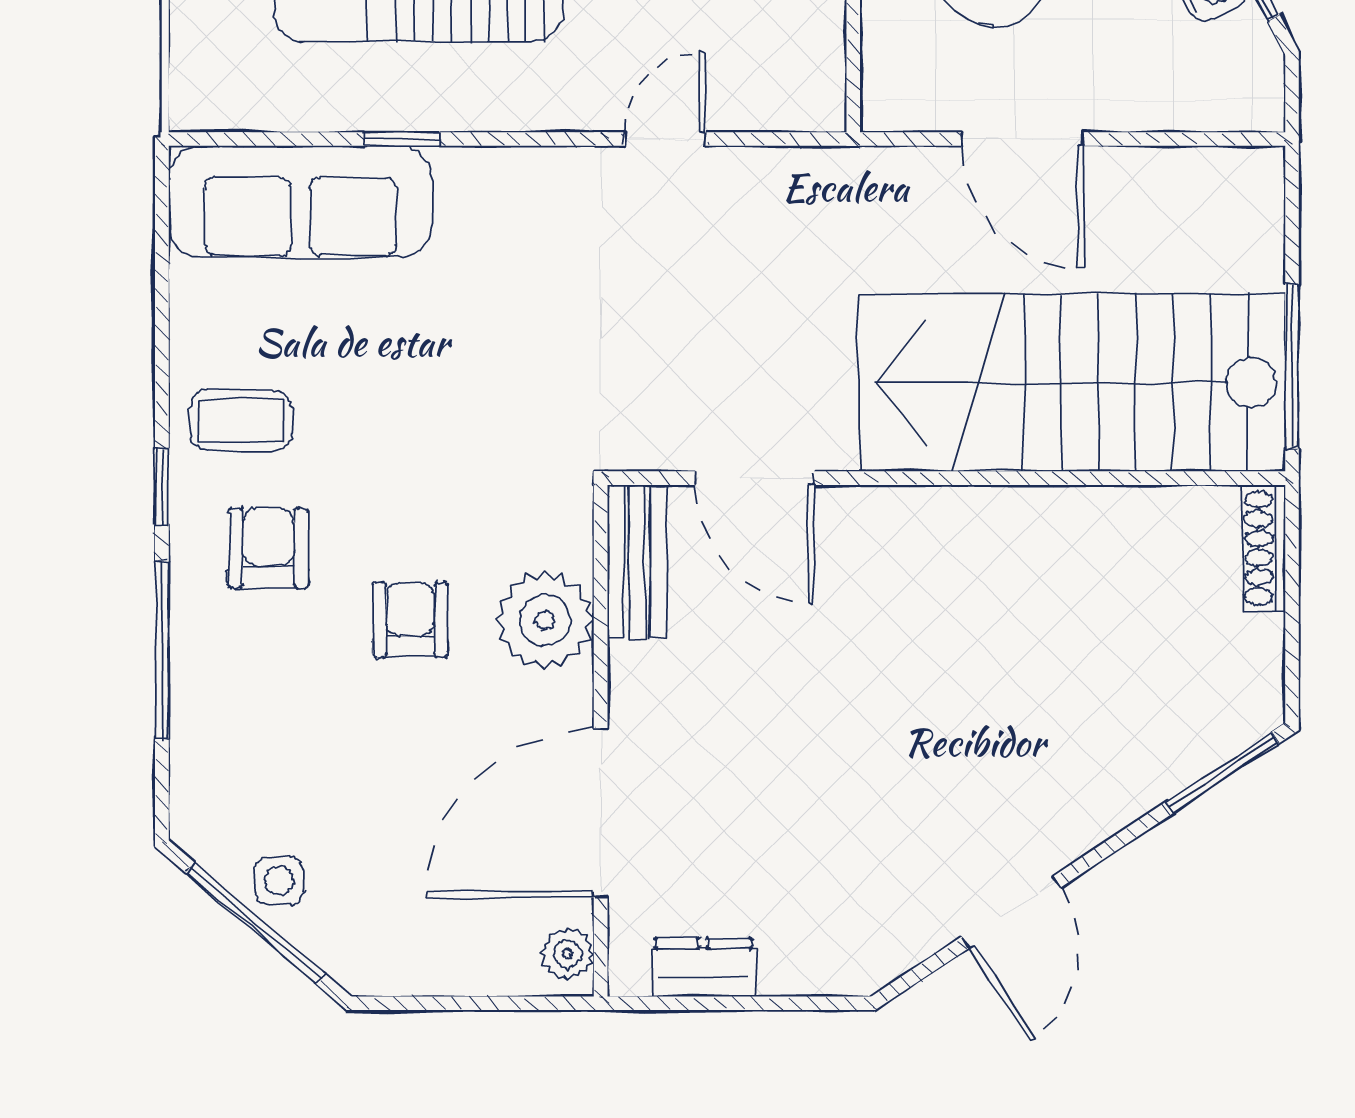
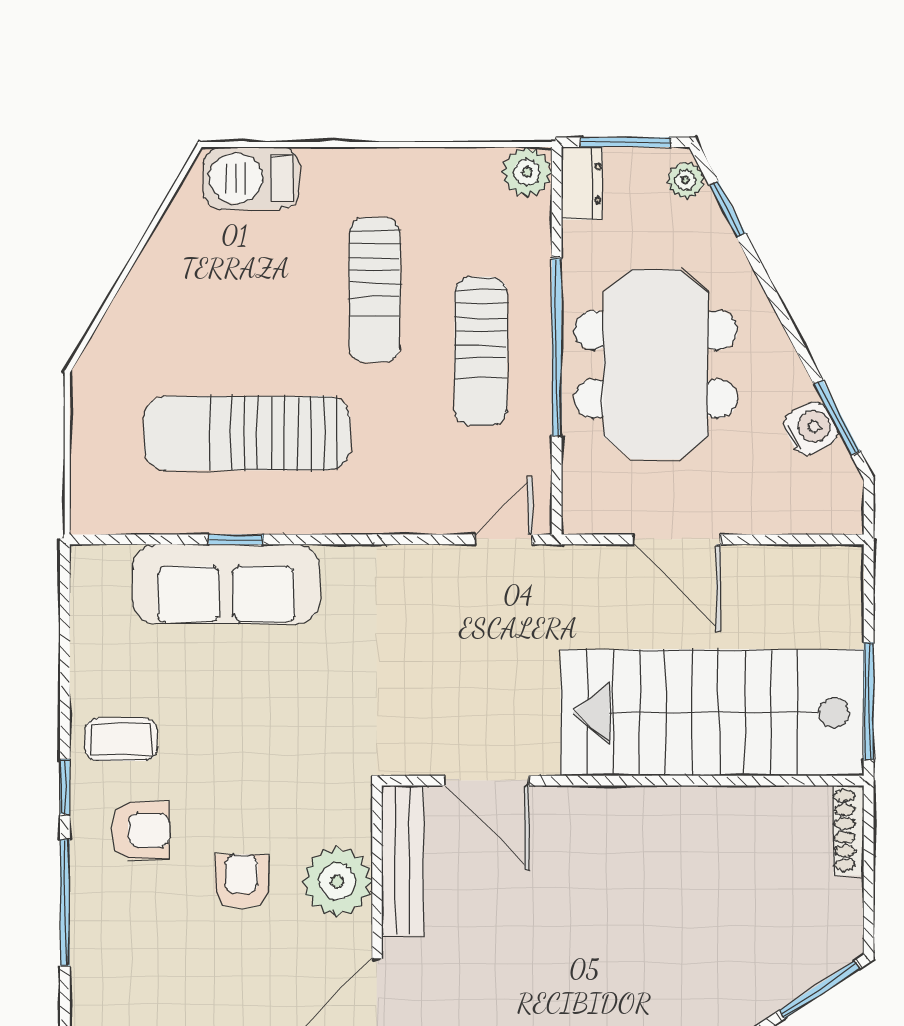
door: (665, 139) -> (504, 539), moved
sofa: (300, 202) -> (226, 584), moved
armchair: (269, 548) -> (141, 830), turned 90
bench: (637, 562) -> (403, 860), width x1.36

